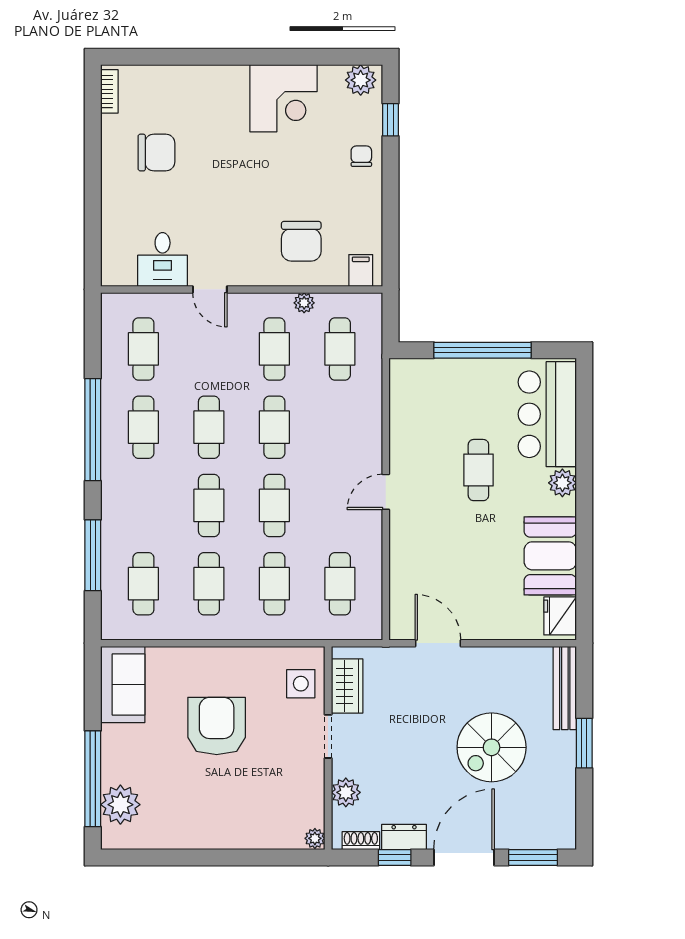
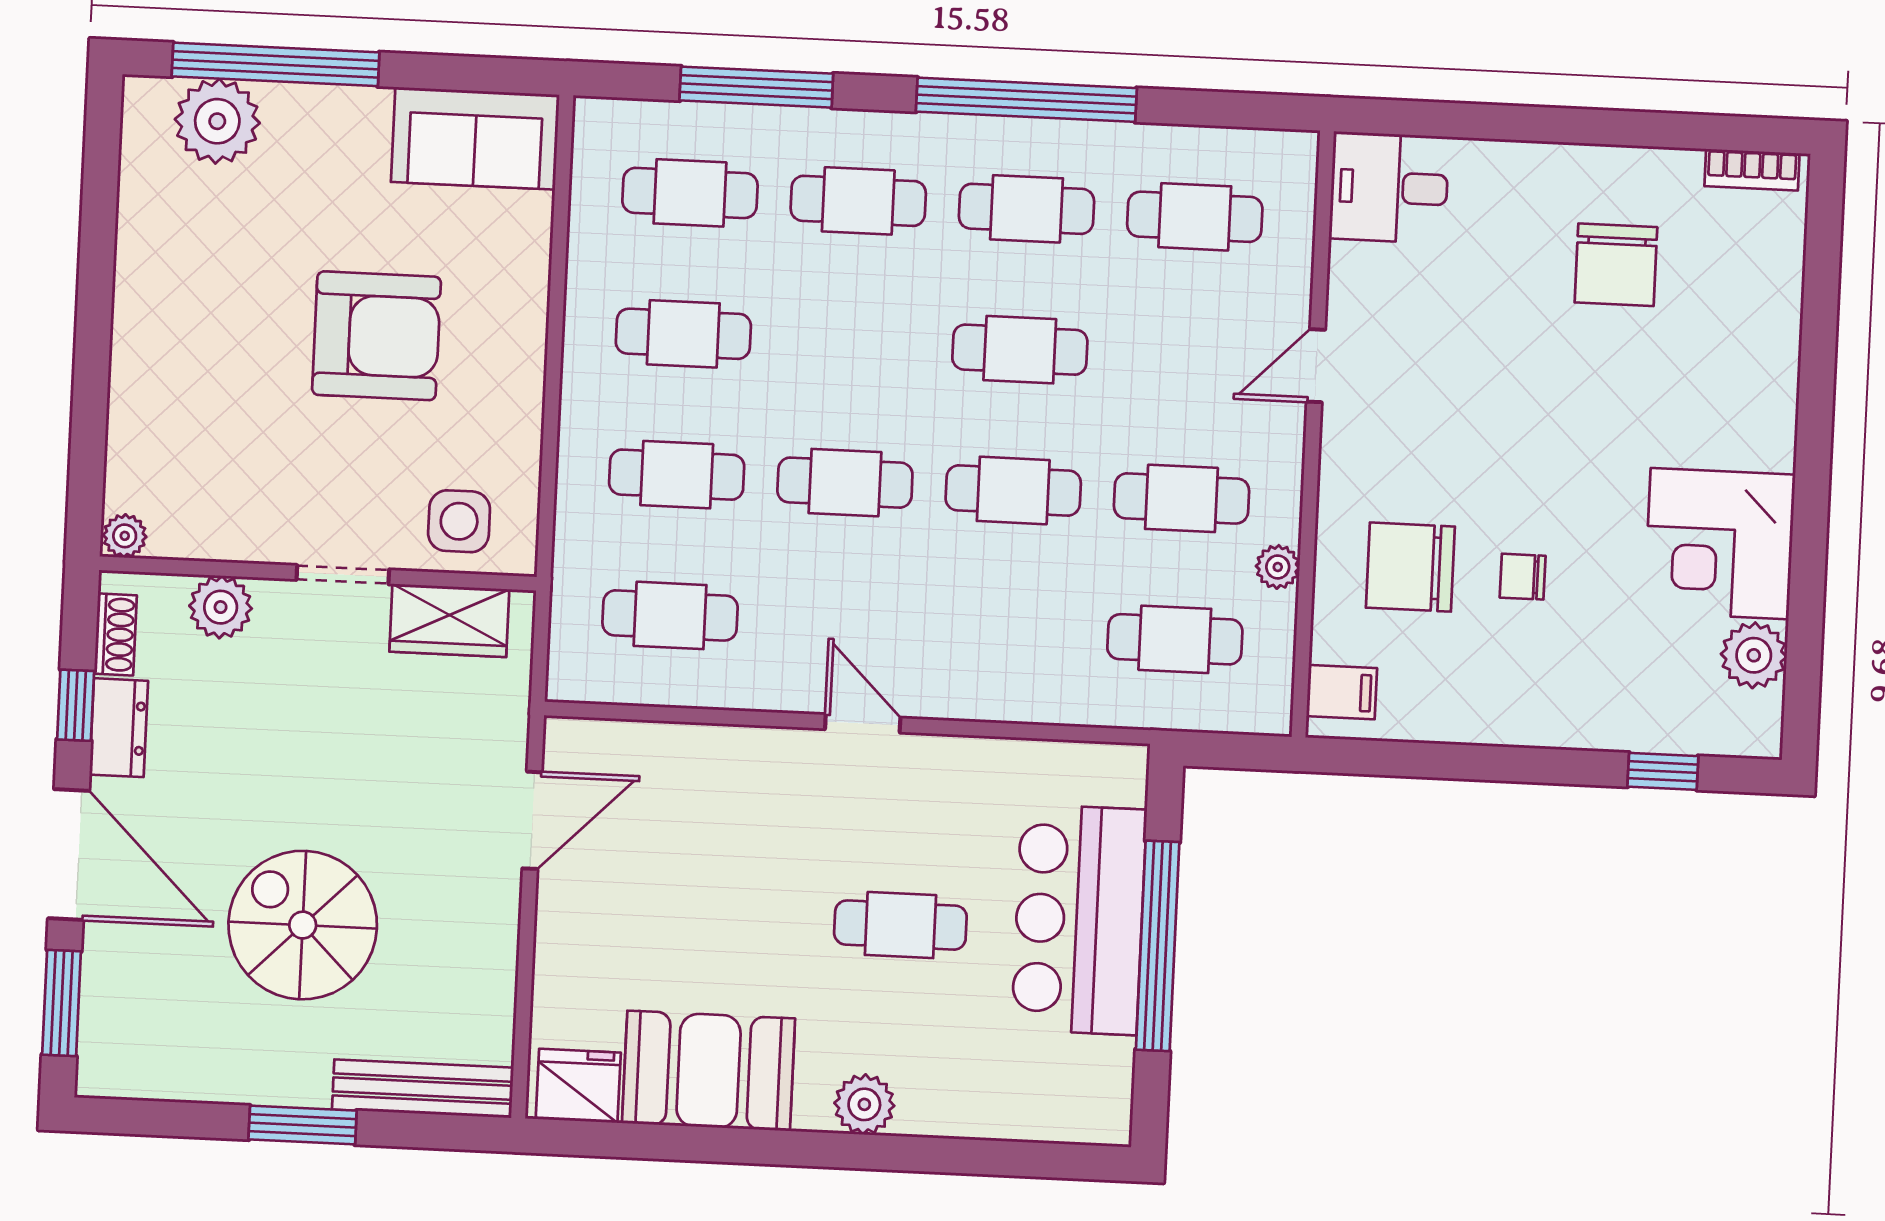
plant: (361, 80) -> (1754, 655), moved
chair: (361, 156) -> (1523, 577), moved, turned 180
desk: (163, 259) -> (1389, 188), moved
bar counter: (547, 414) -> (1079, 920), moved, turned -90
cafe table: (209, 505) -> (858, 201), moved

